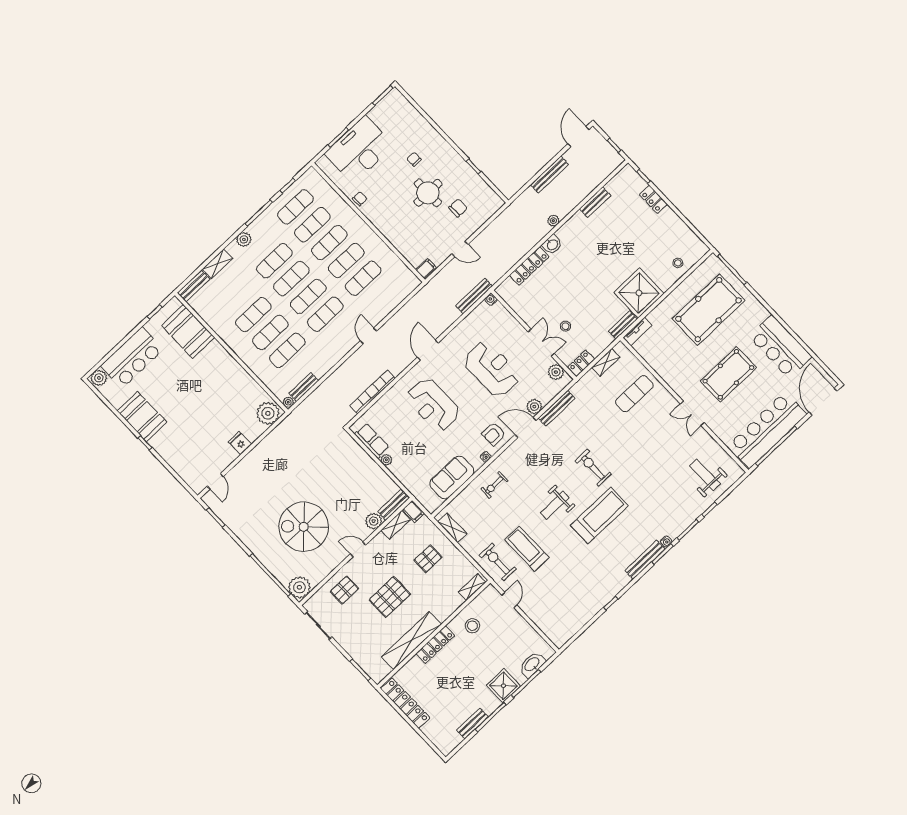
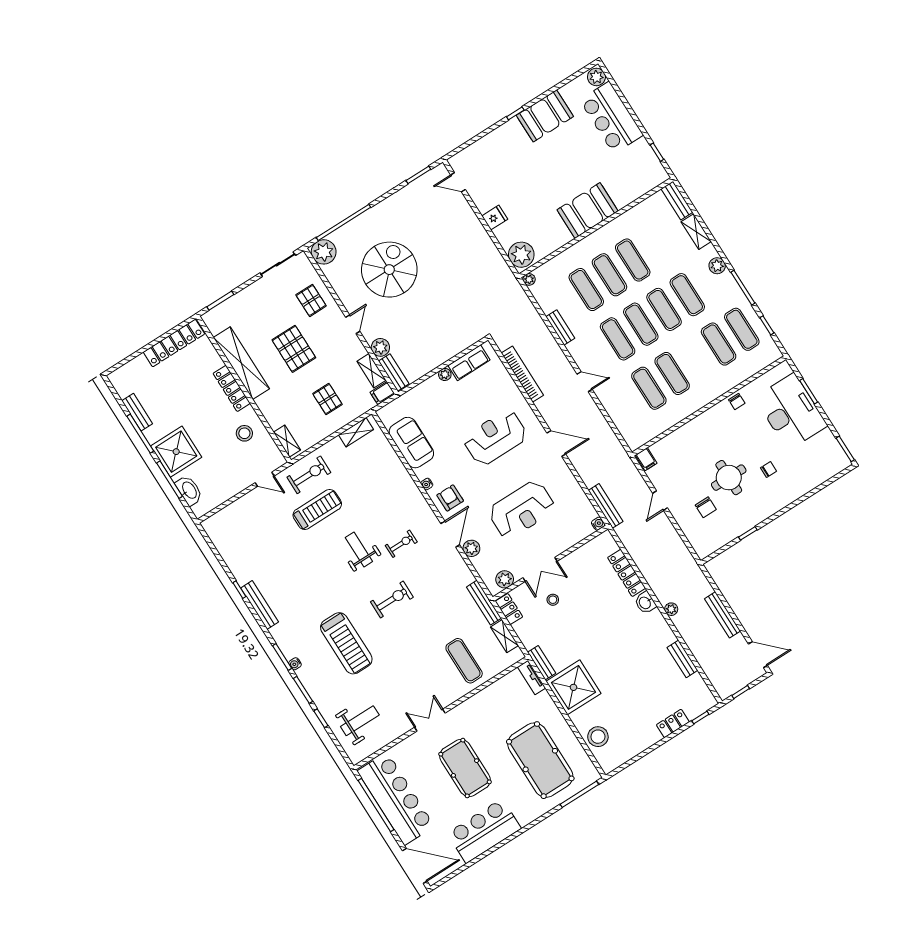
exercise mat: (329, 243) -> (695, 359), removed
stool: (678, 263) -> (598, 737), width x1.89, depth x1.89
booth: (188, 332) -> (588, 210), moved
bench: (304, 387) -> (560, 328), moved
bench: (557, 408) -> (484, 603), moved
exercise bike: (494, 485) -> (401, 544), moved, turned 90
treadmill: (599, 515) -> (346, 643), moved
bench: (645, 560) -> (260, 605), moved
shower: (503, 686) -> (176, 452), width x1.37, depth x1.37

